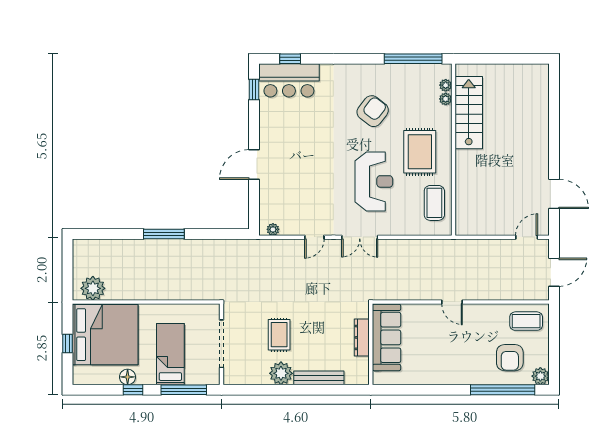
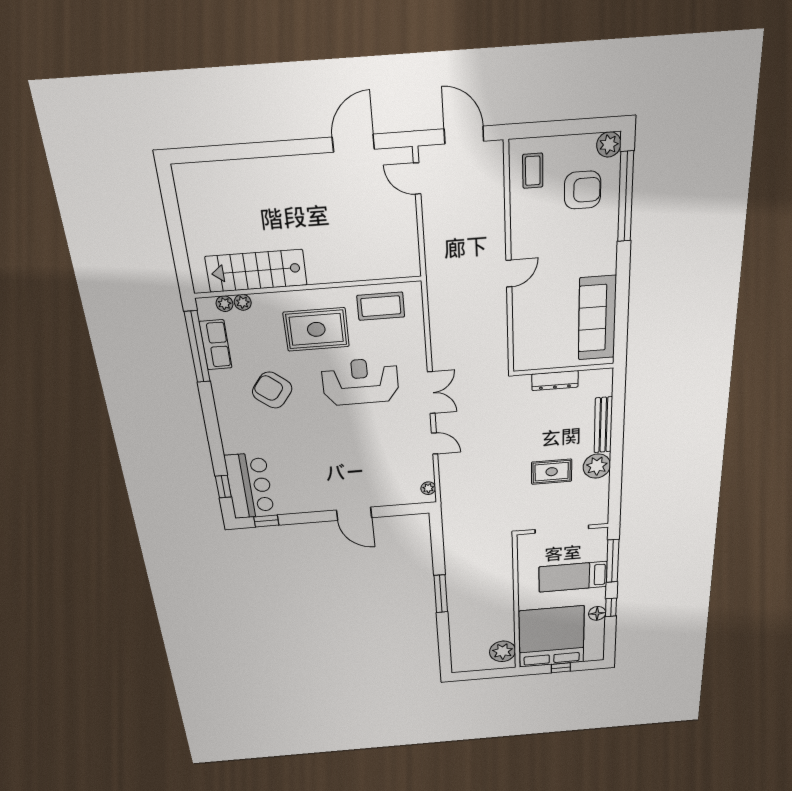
row of seats: (414, 73) -> (216, 345), added
coffee table: (526, 321) -> (533, 171), width x0.73, depth x0.77
sofa: (387, 337) -> (597, 318), moved, turned -90

